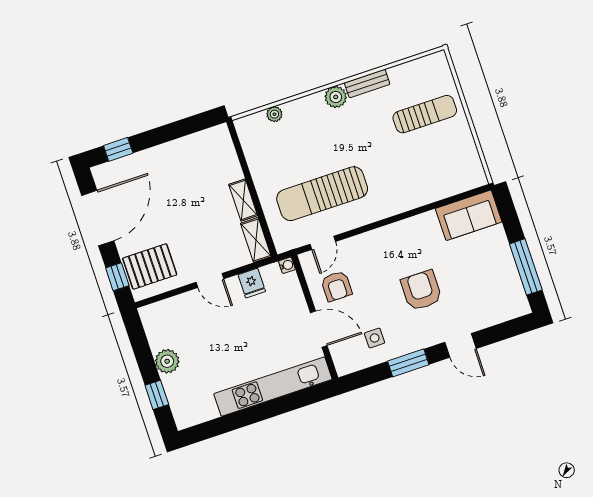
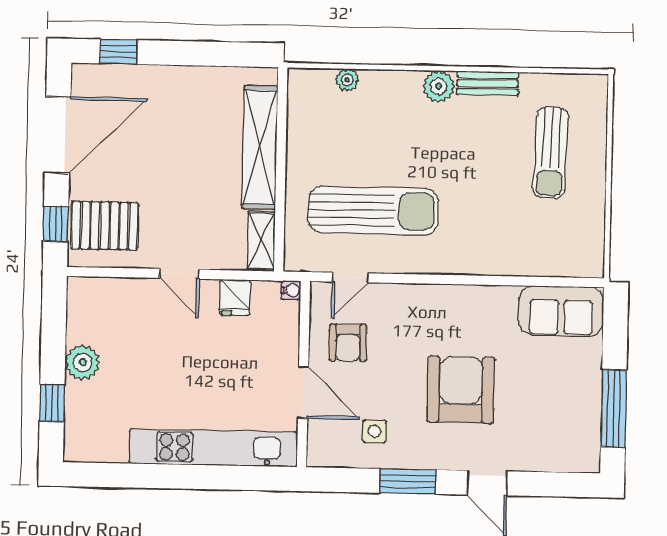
sun lounger: (425, 114) -> (551, 153), turned 92
sun lounger: (322, 194) -> (373, 211), turned 180
shelving: (243, 200) -> (260, 147), width x2.20, depth x1.33
armchair: (421, 290) -> (461, 390), width x1.36, depth x1.36

